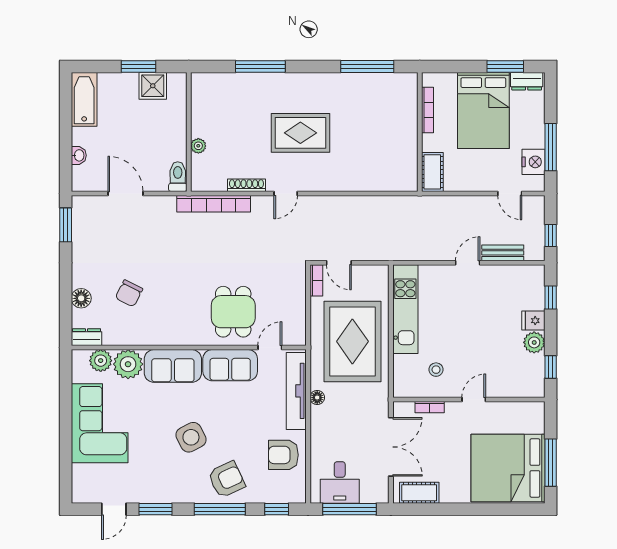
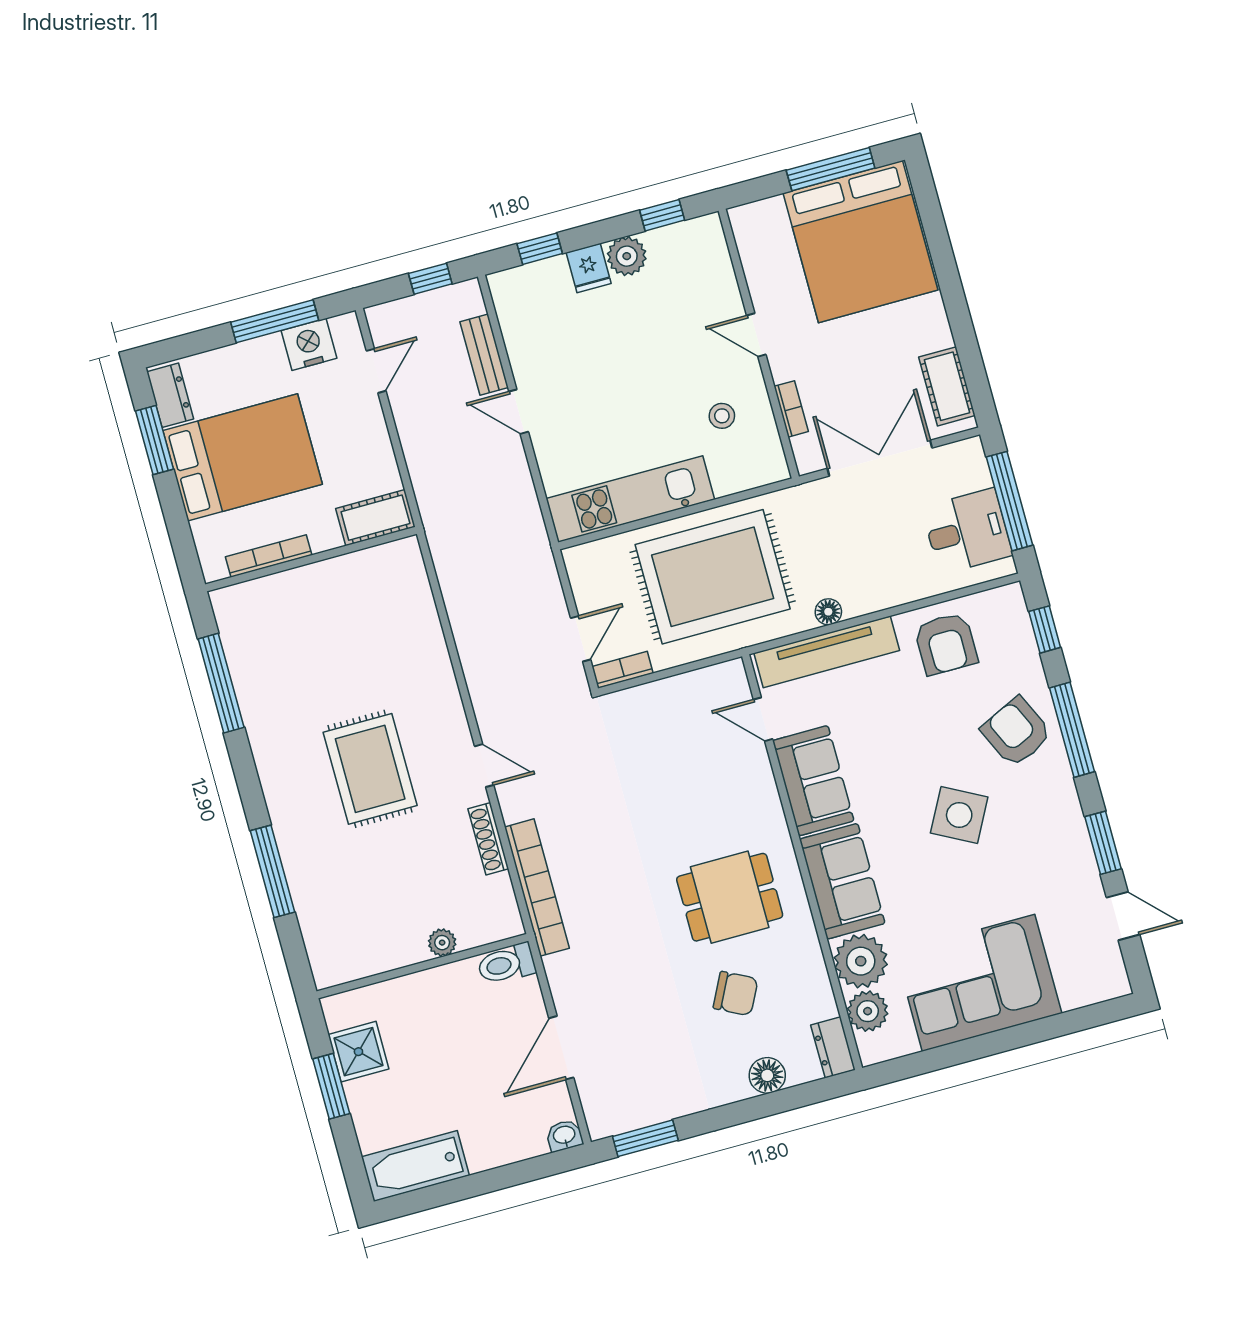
washbasin: (79, 155) -> (564, 1136), moved
dining table: (233, 312) -> (730, 897), moved
side table: (191, 437) -> (959, 815), turned -35

